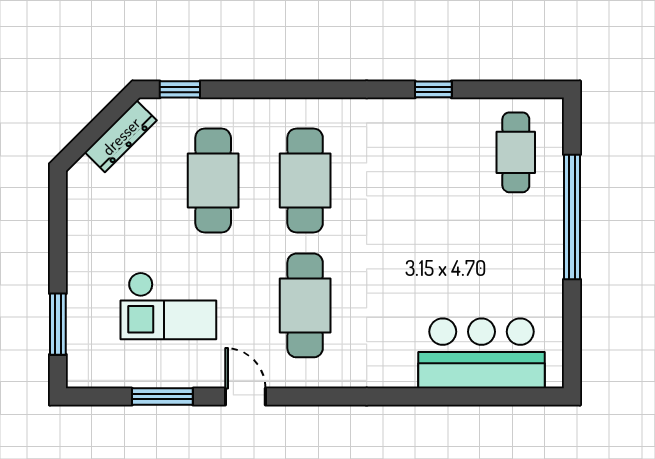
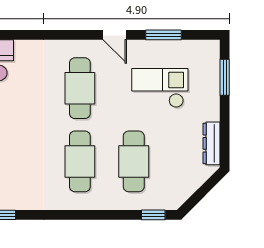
dresser: (121, 136) -> (212, 143), moved, turned -45

